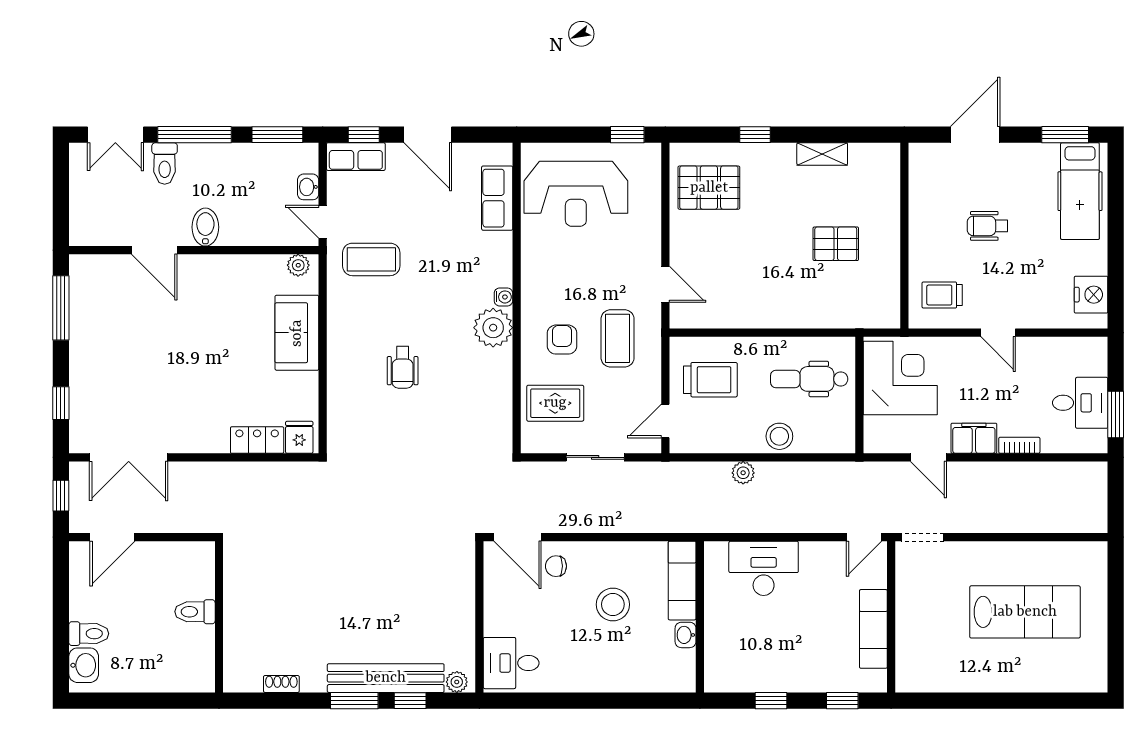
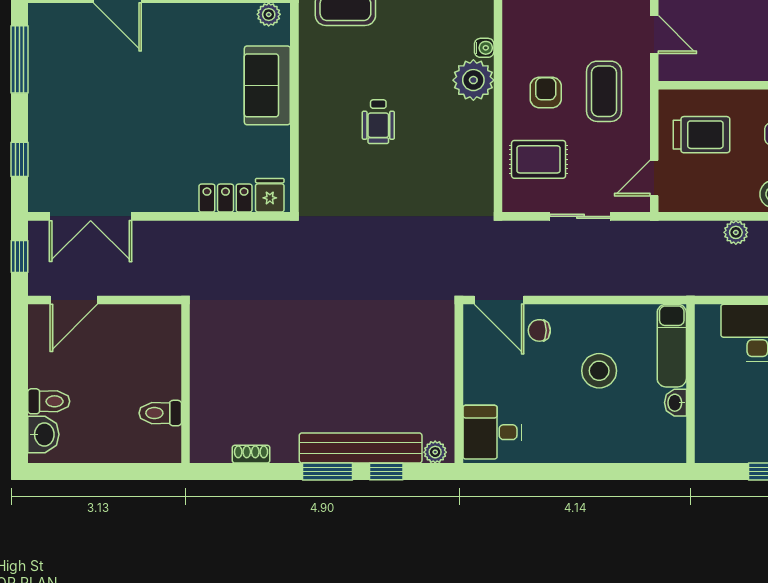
toilet: (195, 612) -> (160, 413), moved

